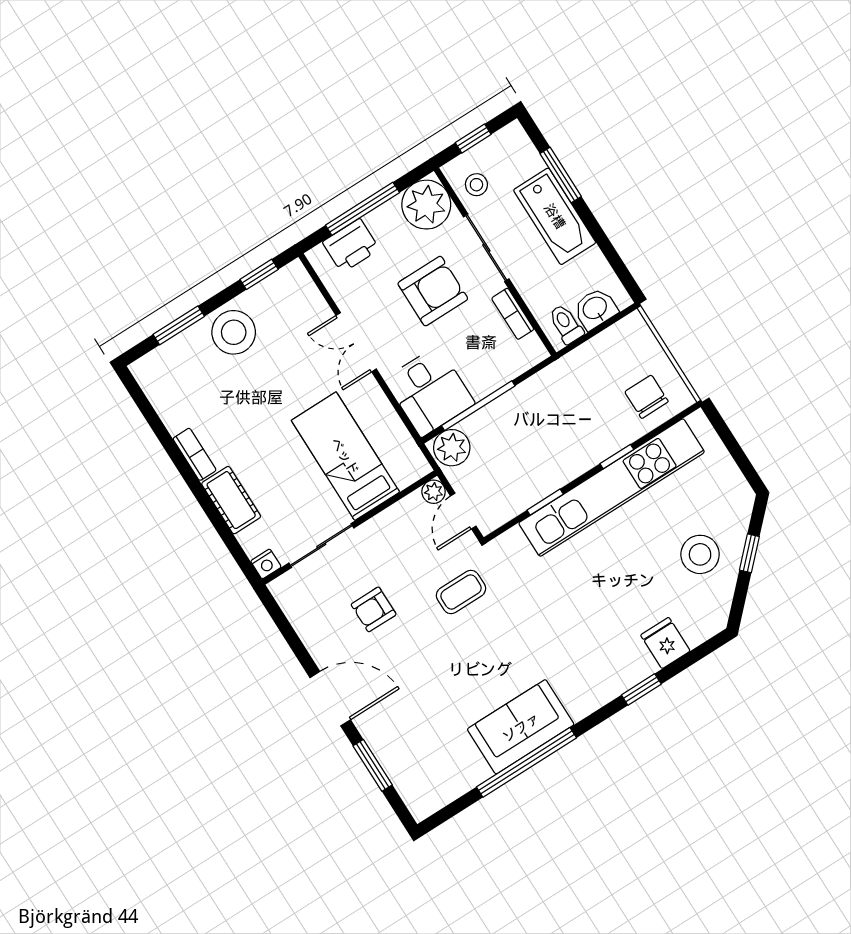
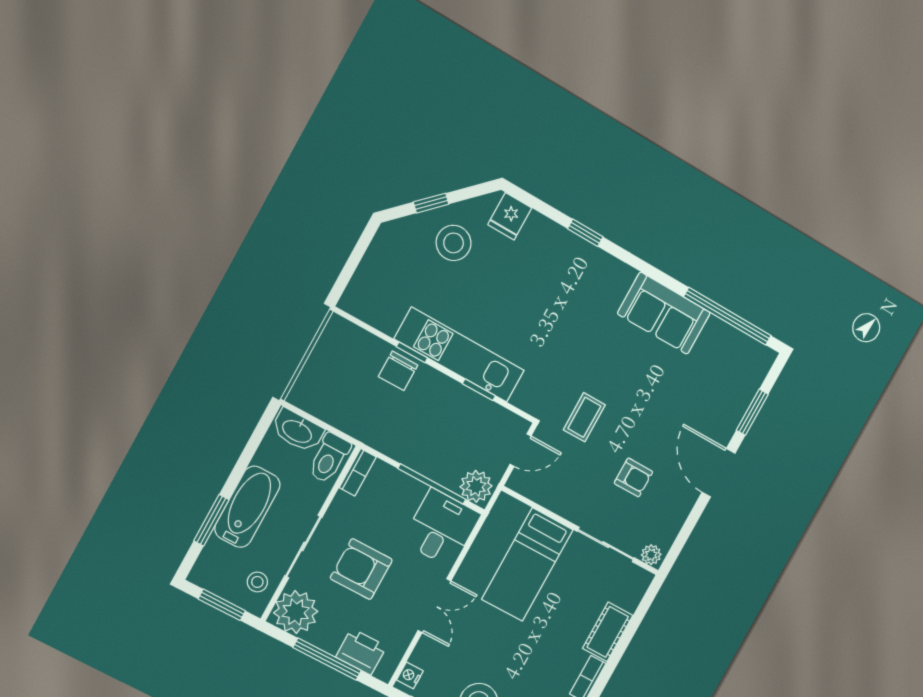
window: (473, 139) -> (222, 605), width x1.50
washbasin: (595, 309) -> (297, 431), width x1.38
bookcase: (513, 314) -> (358, 472), moved
toilet: (566, 324) -> (329, 458), width x1.37, depth x1.39
chair: (646, 397) -> (398, 371), moved
kitchen unit: (612, 488) -> (459, 355), width x0.73
plant: (434, 492) -> (651, 555), moved
nightstand: (266, 564) -> (410, 675), moved, turned -90
coffee table: (461, 592) -> (584, 417), turned 90
fridge: (665, 643) -> (510, 216), moved
window: (526, 762) -> (727, 316), moved

